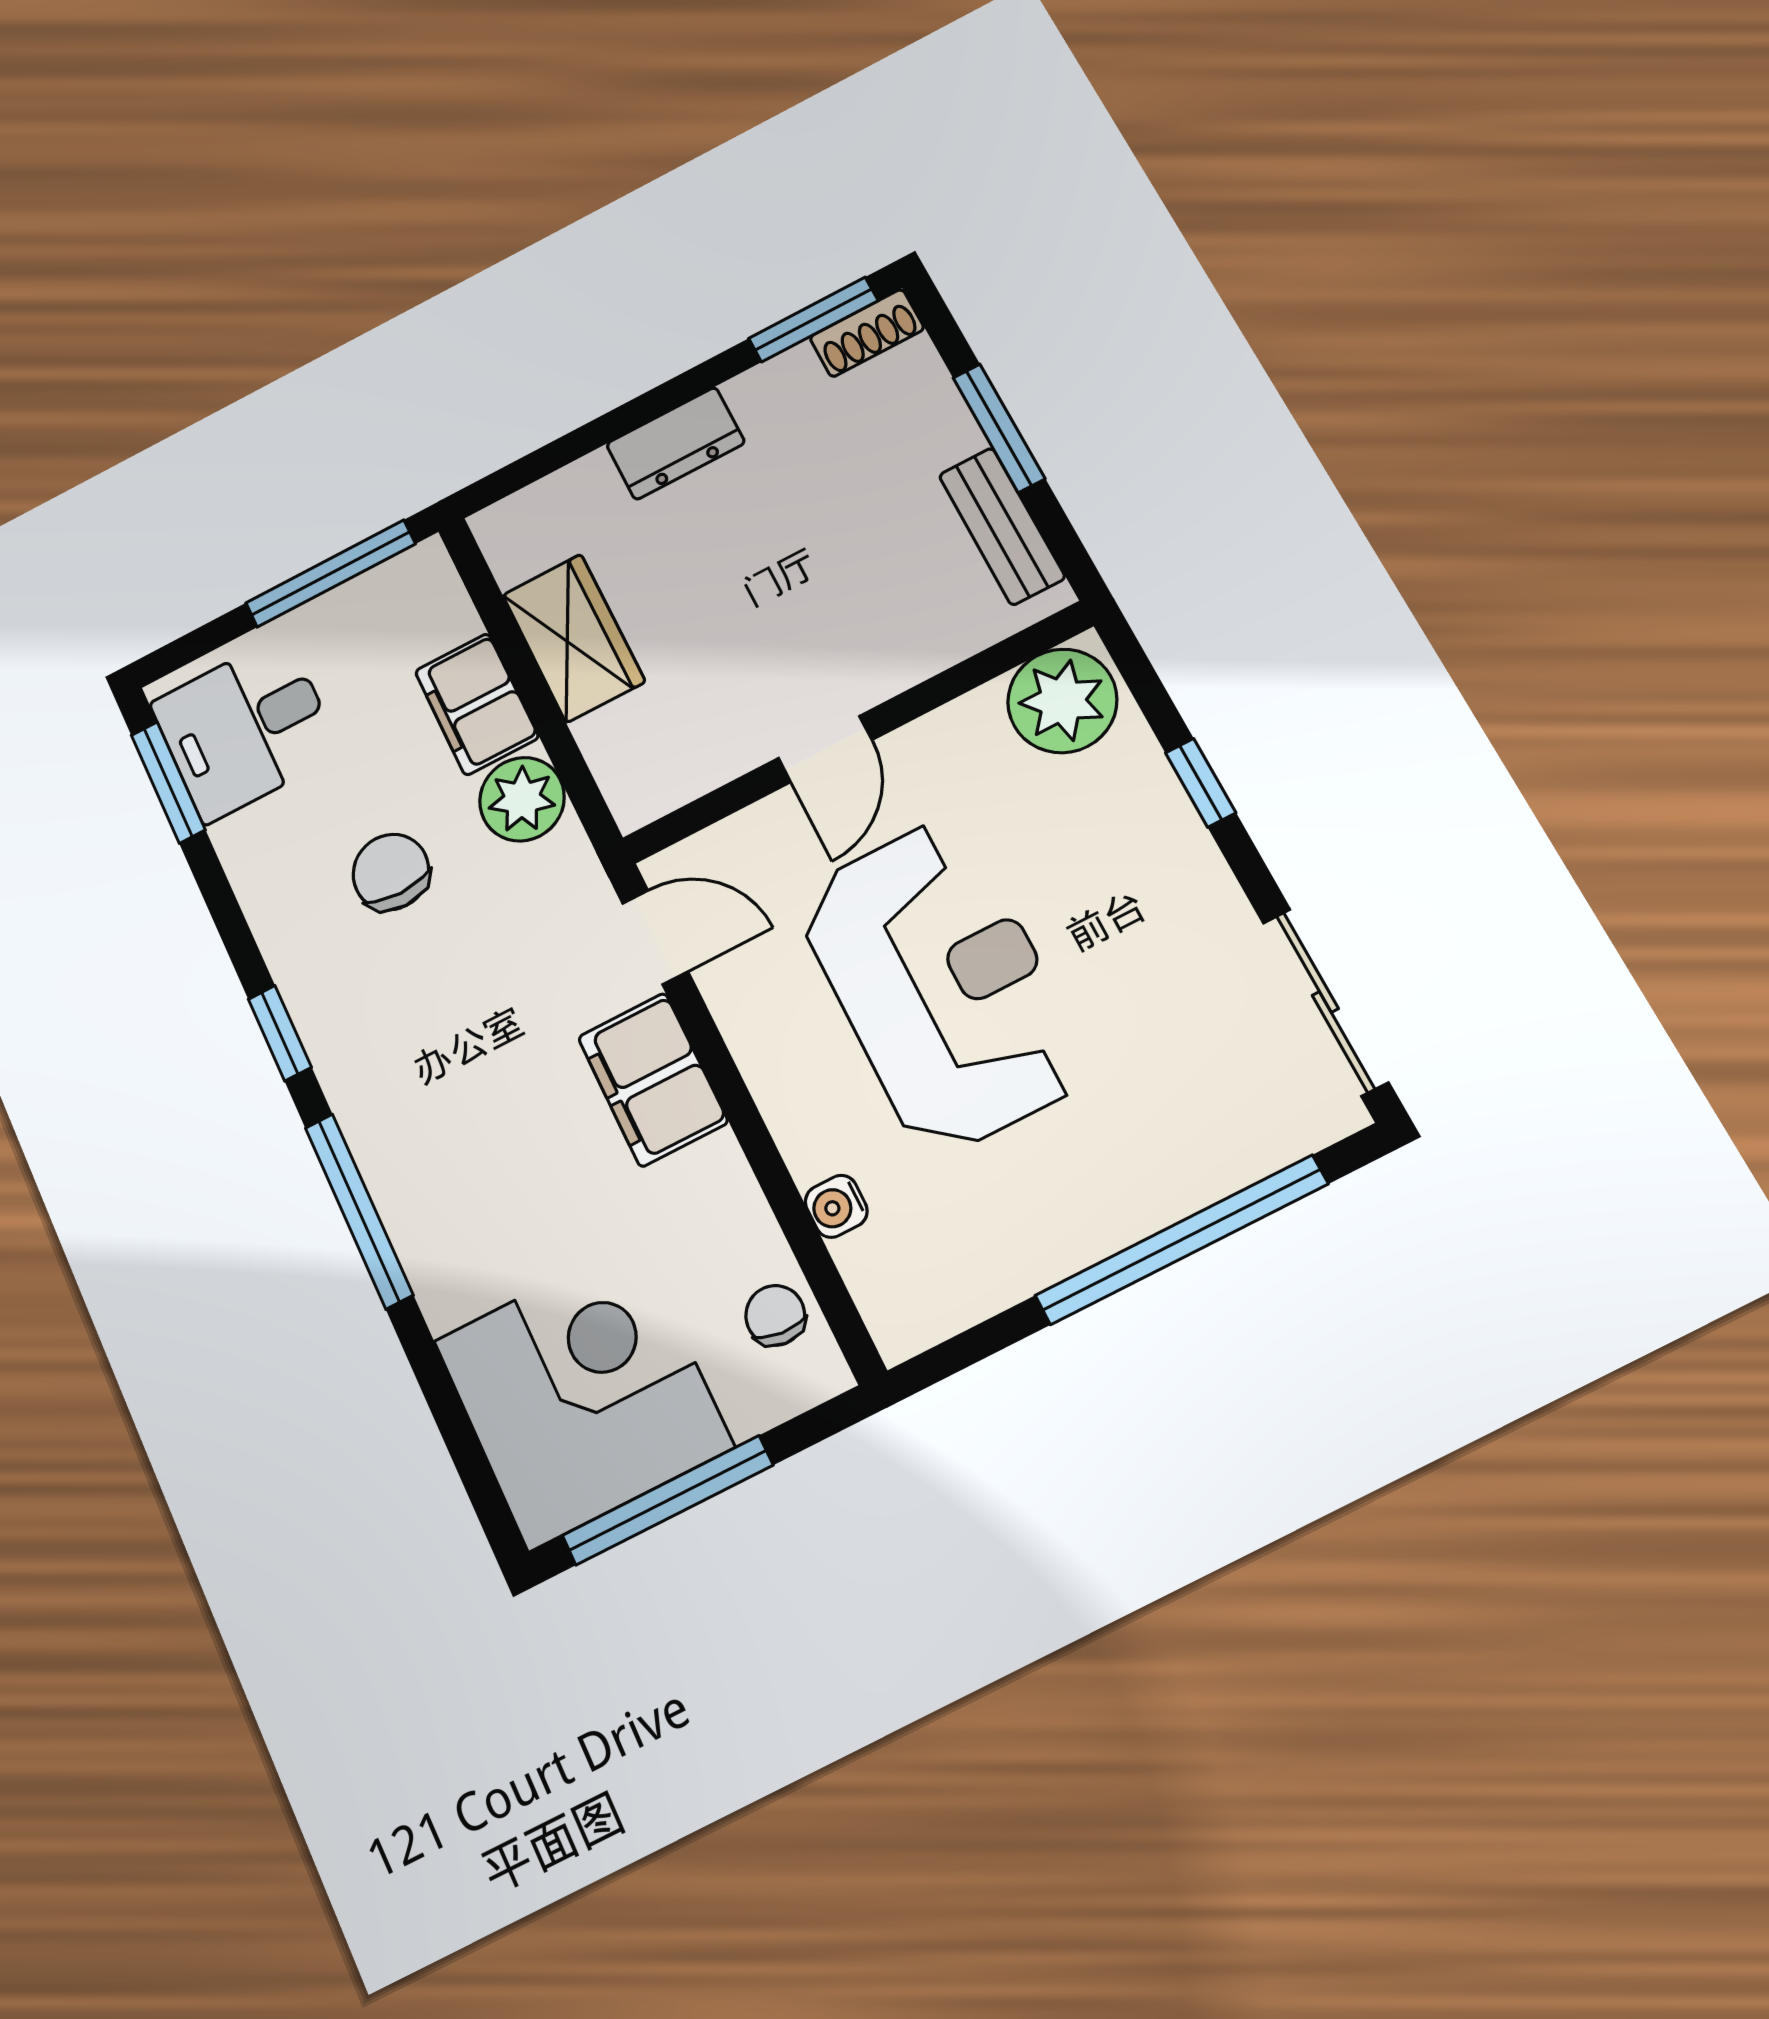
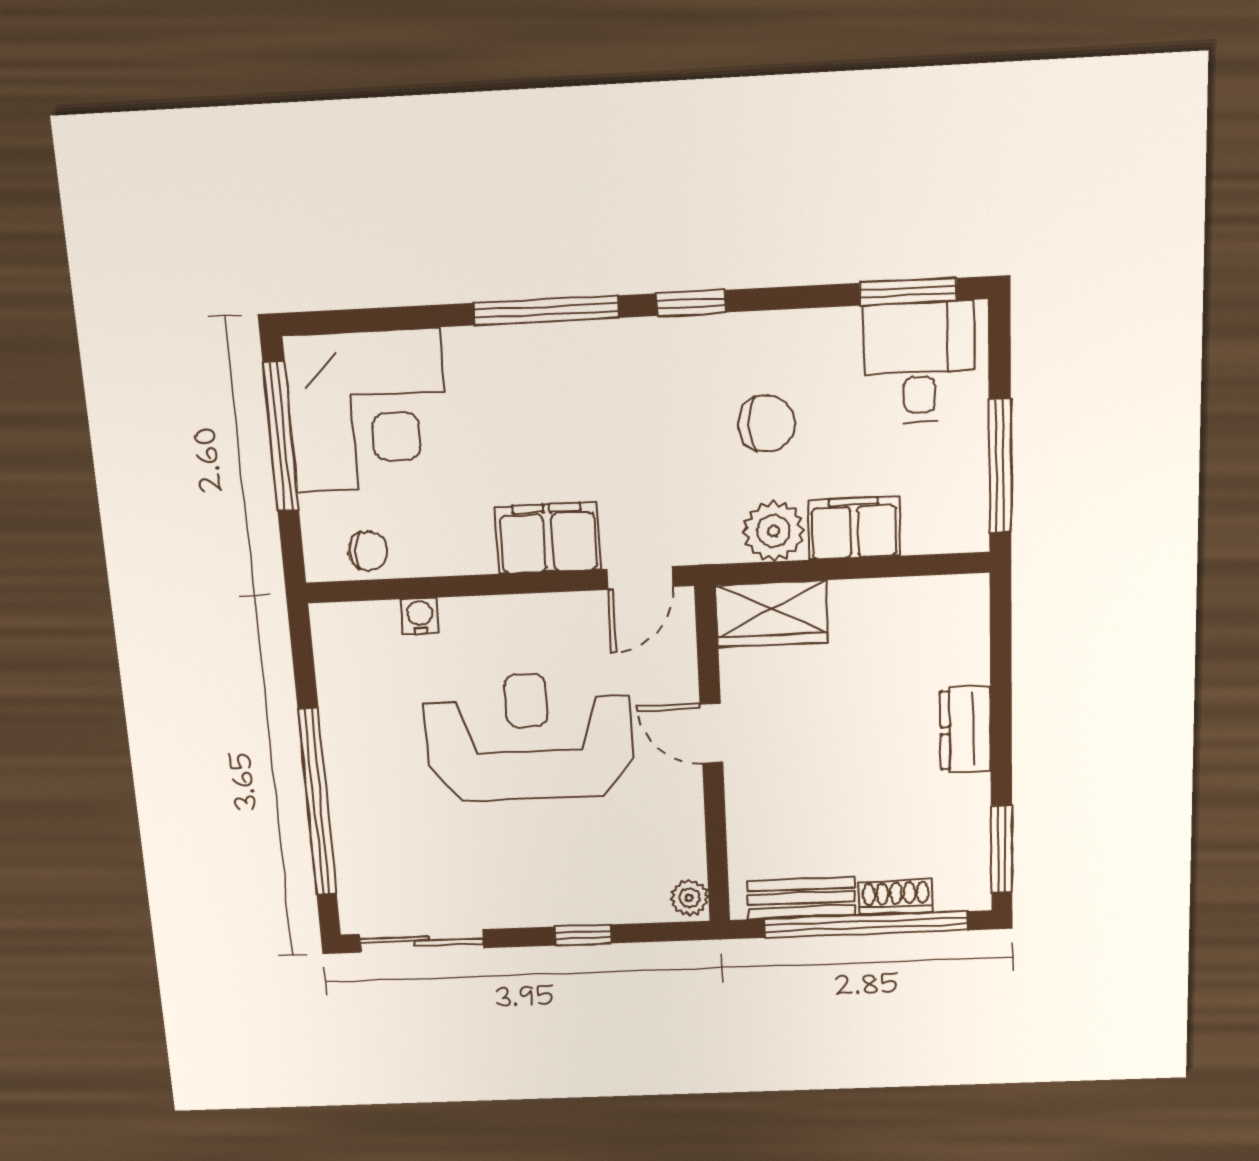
shoe rack: (867, 333) -> (896, 897), moved, turned 90
window: (999, 428) -> (866, 925), width x2.11
wardrobe: (574, 638) -> (772, 614), moved
plant: (1062, 701) -> (689, 898), width x0.53, depth x0.53
reception desk: (942, 985) -> (529, 737), turned 180

